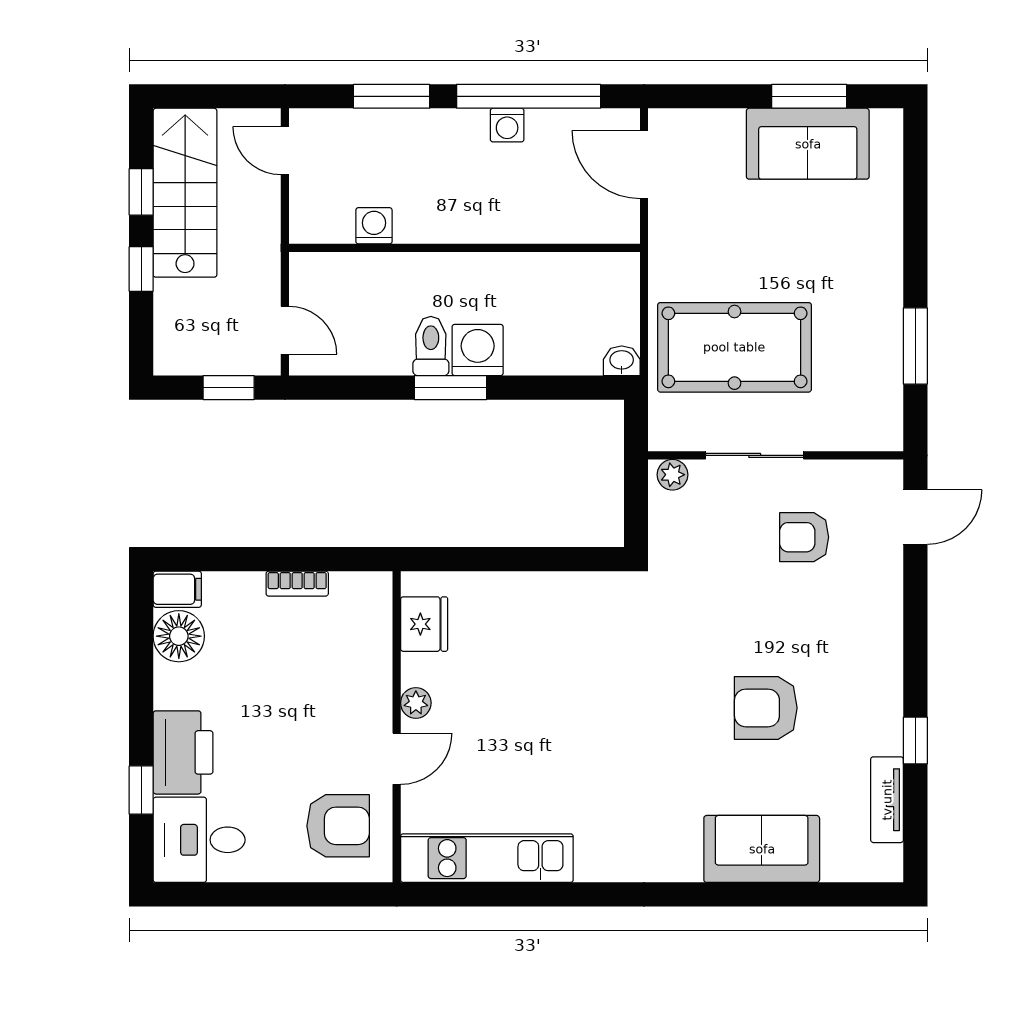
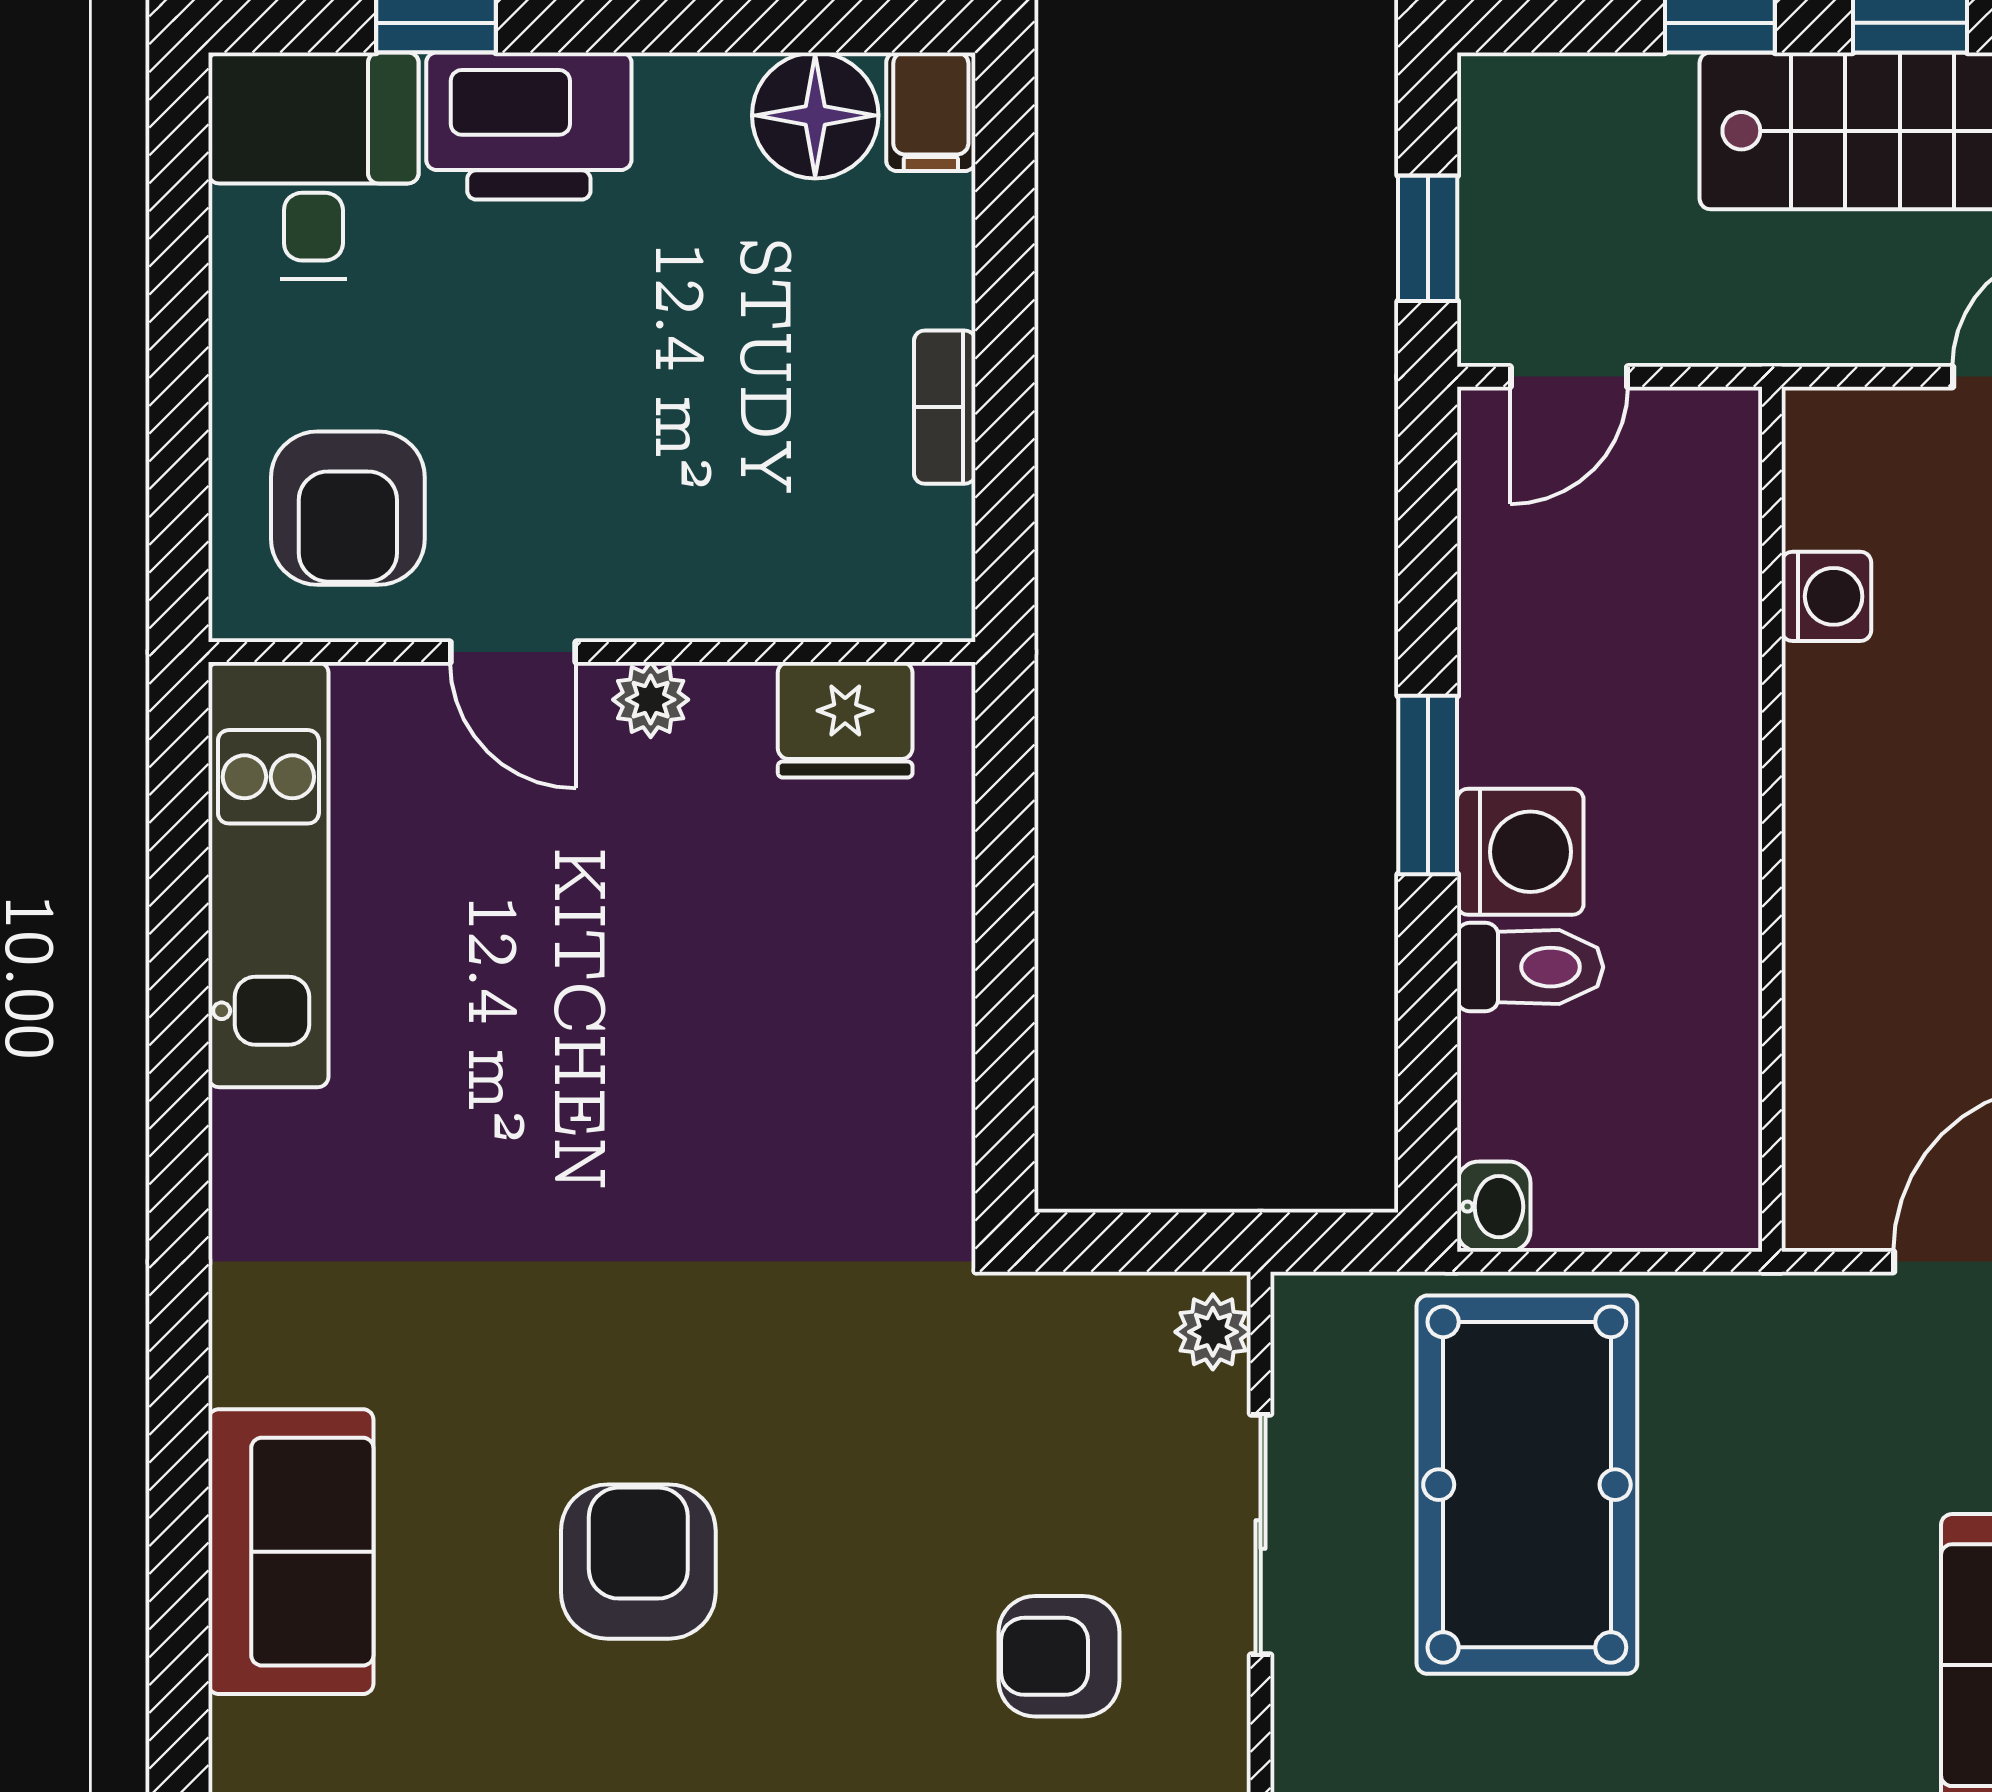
toilet: (431, 346) -> (1530, 967), moved
armchair: (804, 537) -> (1059, 1656), turned -90

